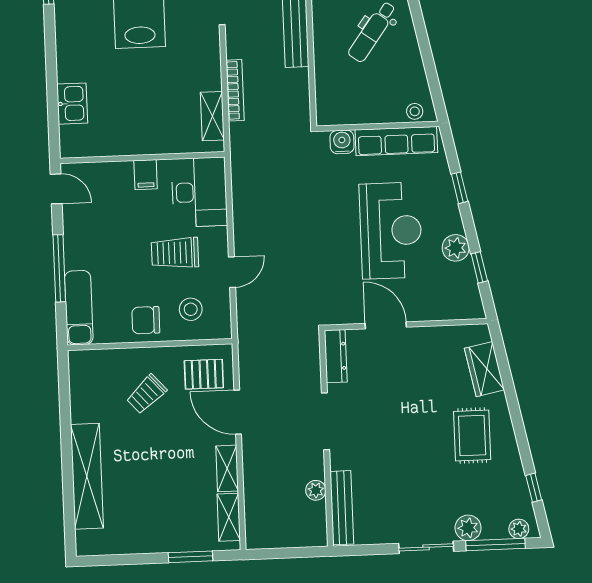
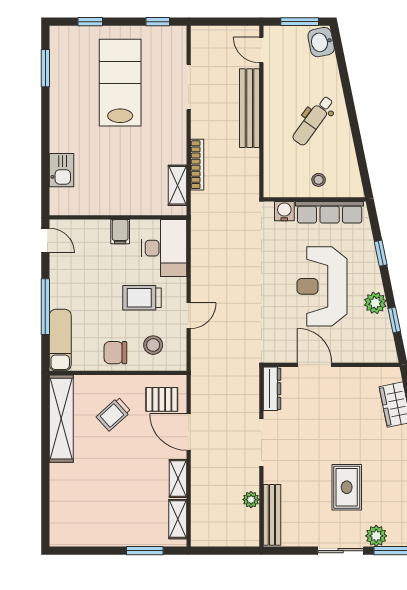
stool: (415, 111) -> (319, 180), moved
reception desk: (391, 231) -> (322, 286), turned 180
rug: (472, 436) -> (347, 487), moved
shelving: (87, 476) -> (61, 419), moved

